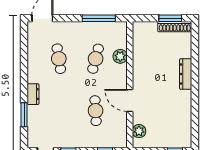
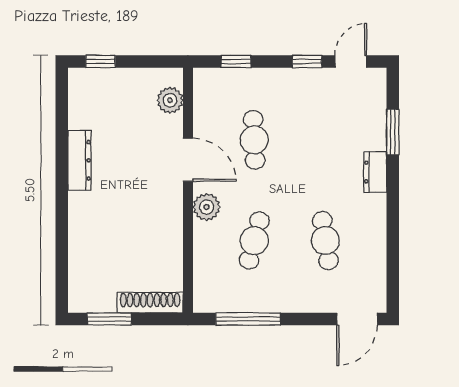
shoe rack: (175, 27) -> (150, 303), moved
plant: (120, 56) -> (206, 207), moved
dresser: (186, 74) -> (79, 160), moved

